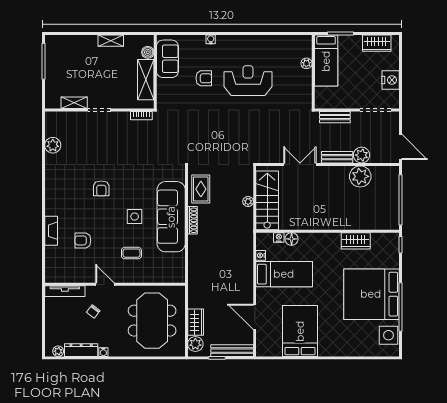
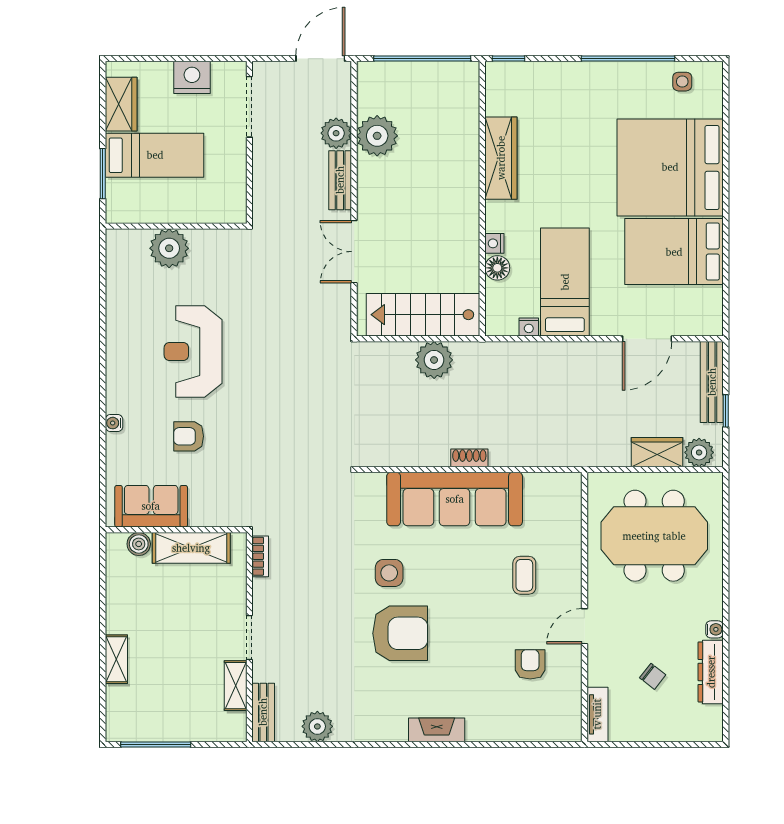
shelving: (111, 41) -> (116, 659), moved
bed: (326, 61) -> (155, 155), moved
plant: (306, 63) -> (169, 248), width x1.87, depth x1.87
armchair: (204, 78) -> (189, 436), turned -90
bench: (335, 117) -> (263, 712), moved
armchair: (101, 188) -> (400, 633), width x1.88, depth x1.88
rug: (201, 189) -> (401, 442), removed
plant: (248, 201) -> (434, 360), width x1.88, depth x1.88
side table: (135, 217) -> (389, 573), moved
shoe rack: (193, 220) -> (469, 458), width x0.70
fireplace: (51, 231) -> (437, 730), moved
nightstand: (279, 237) -> (494, 243), moved
armchair: (83, 240) -> (530, 664), moved, turned 180
wardrobe: (356, 241) -> (501, 158), width x1.50
tv unit: (65, 291) -> (597, 714), width x0.71
bed: (371, 294) -> (670, 167), moved, turned 90
chair: (93, 311) -> (653, 676), moved
side table: (388, 335) -> (682, 82), width x0.54, depth x0.54
plant: (58, 351) -> (713, 716), removed

